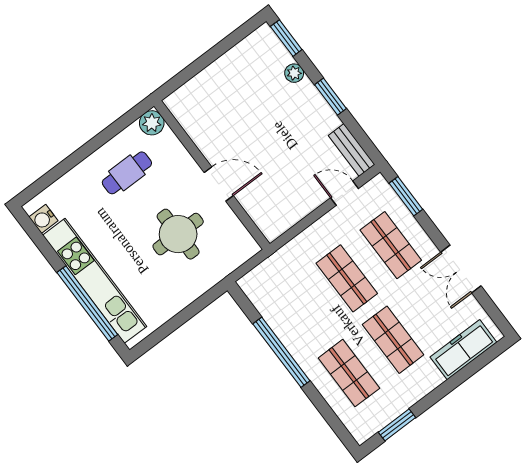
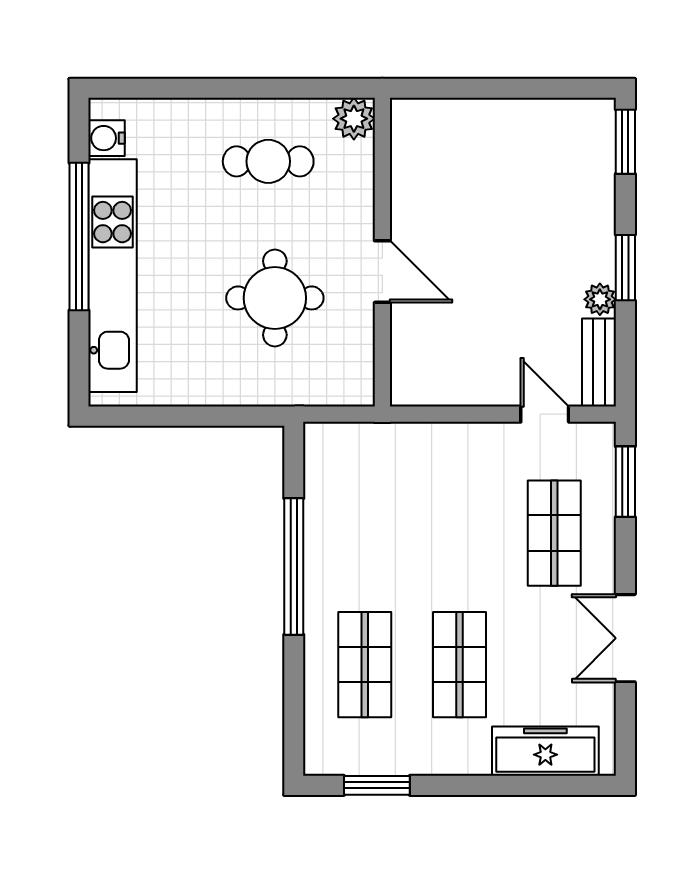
plant: (294, 73) -> (600, 299), moved
shop shelf: (347, 278) -> (460, 533), removed
window: (87, 304) -> (79, 237), moved

